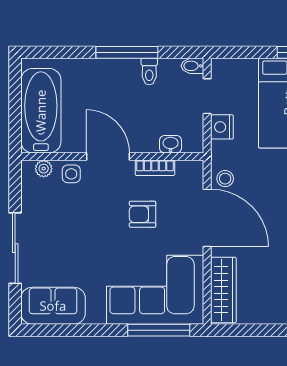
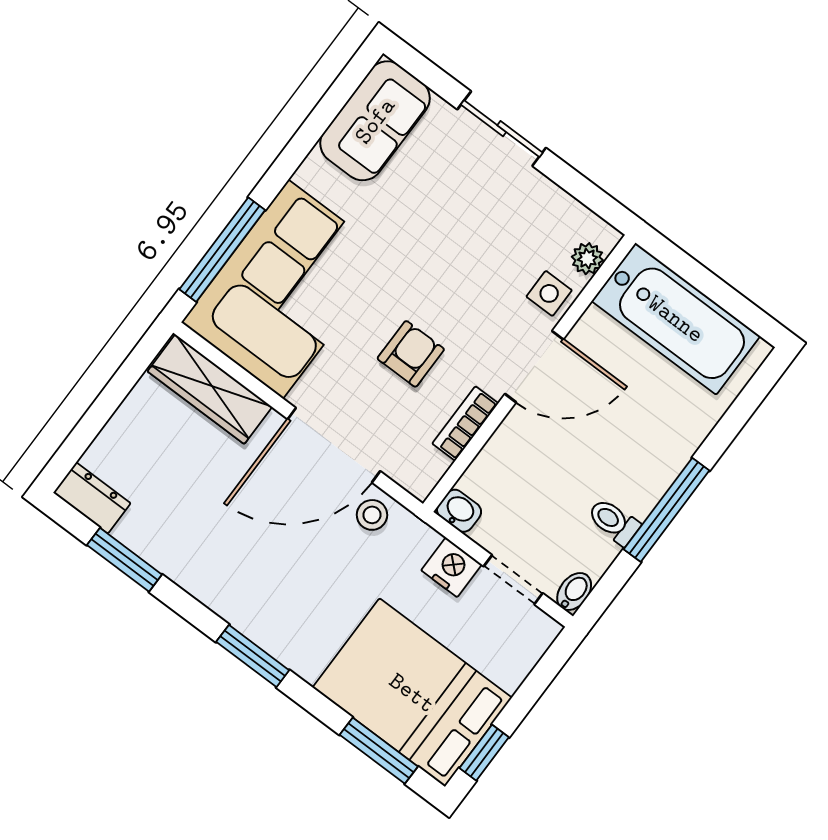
washbasin: (171, 144) -> (459, 511), moved, turned -90
sliding door: (15, 248) -> (502, 129), width x0.73

